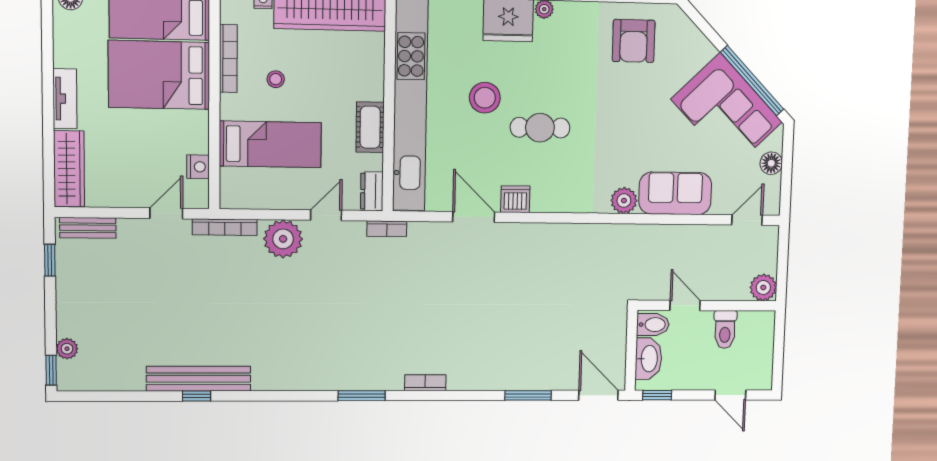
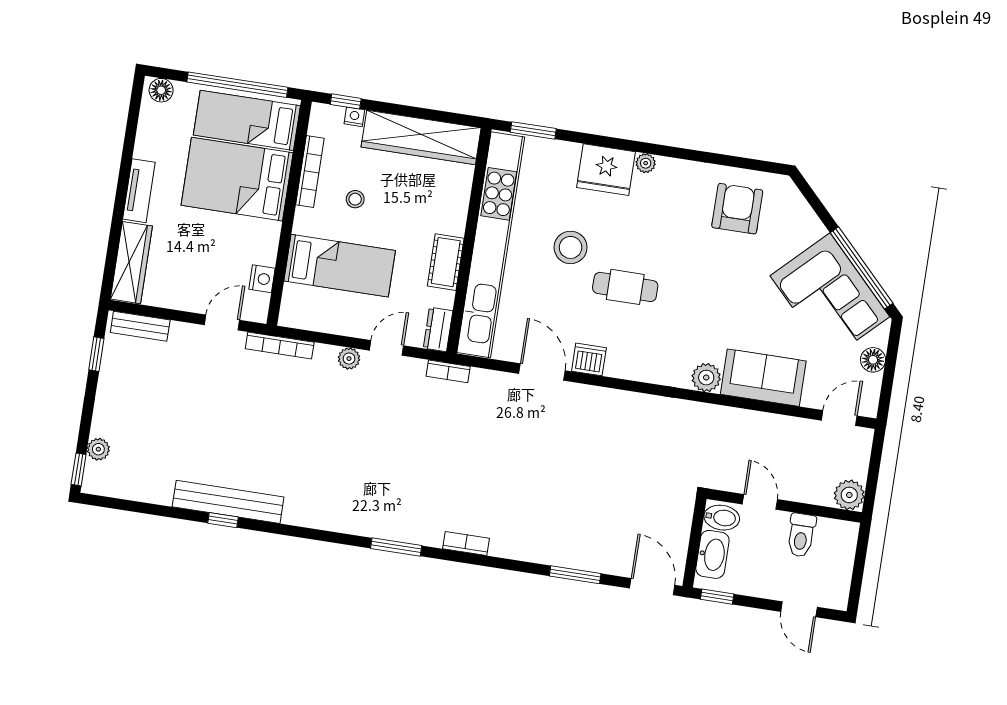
armchair: (634, 41) -> (737, 209), turned 180
plant: (283, 239) -> (349, 359), width x0.53, depth x0.53

